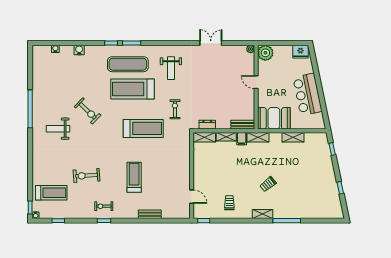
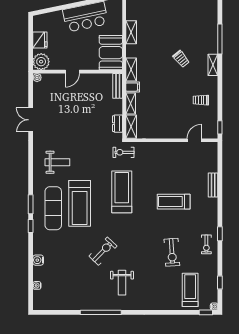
fridge: (301, 52) -> (40, 40), moved
exercise bike: (175, 109) -> (123, 152), moved
exercise bike: (104, 206) -> (206, 244), moved

